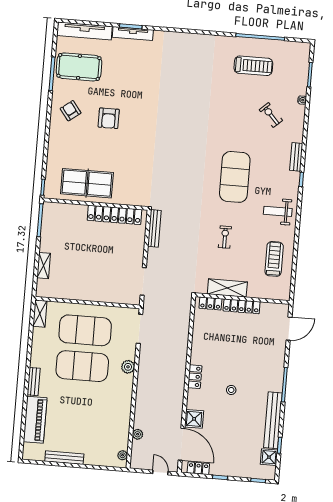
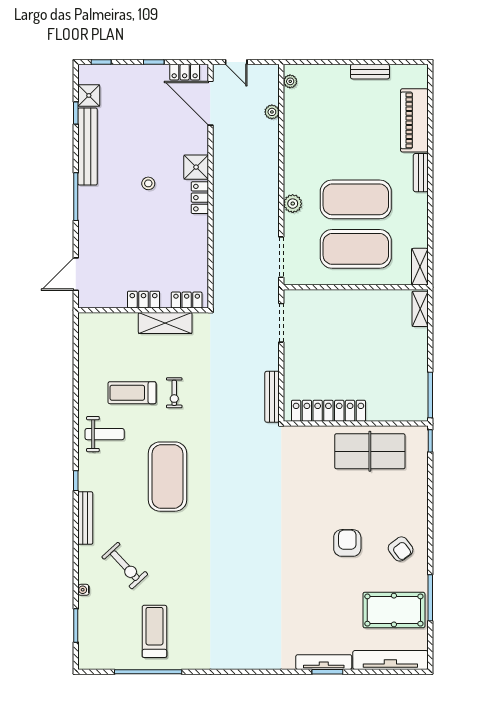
treadmill: (253, 66) -> (154, 631), turned 90
exercise bike: (271, 115) -> (125, 566), width x1.38, depth x1.39
bench: (296, 157) -> (85, 518), width x1.36
treadmill: (274, 259) -> (132, 393), moved, turned 90
shelving: (44, 266) -> (420, 309), moved
locker: (242, 306) -> (144, 300), width x0.66
shower: (194, 419) -> (196, 167), moved
bench: (64, 458) -> (370, 72), width x0.73

